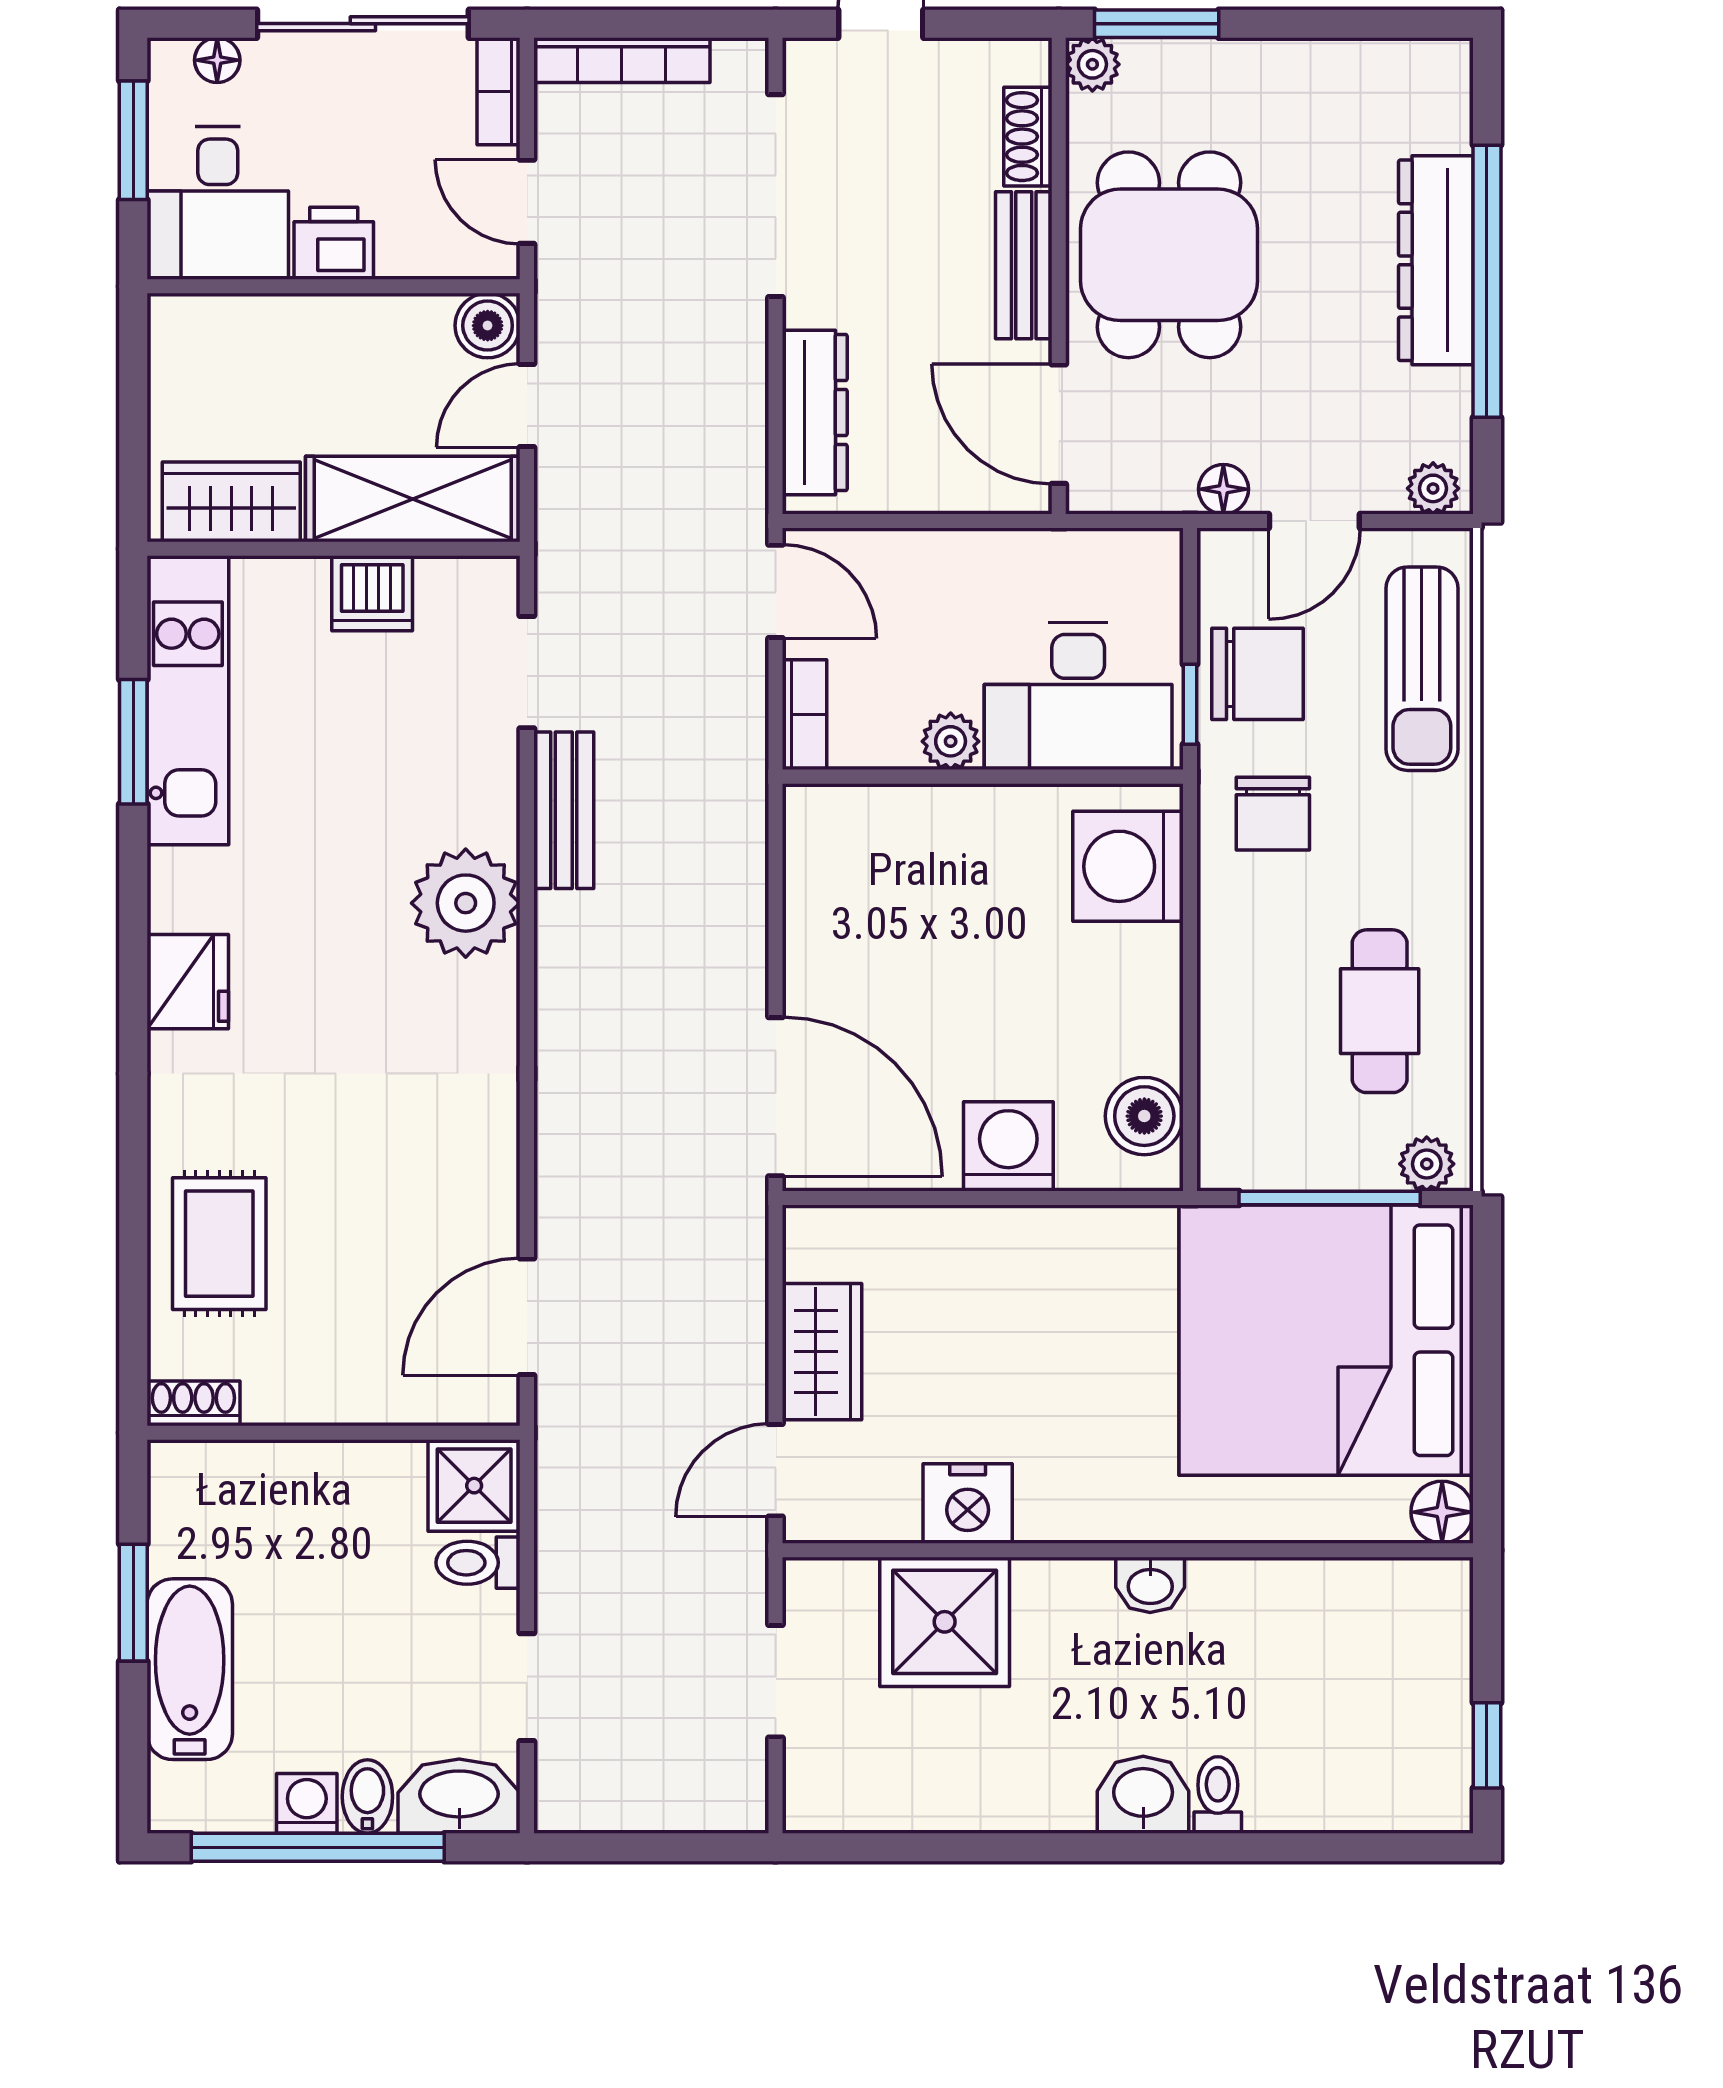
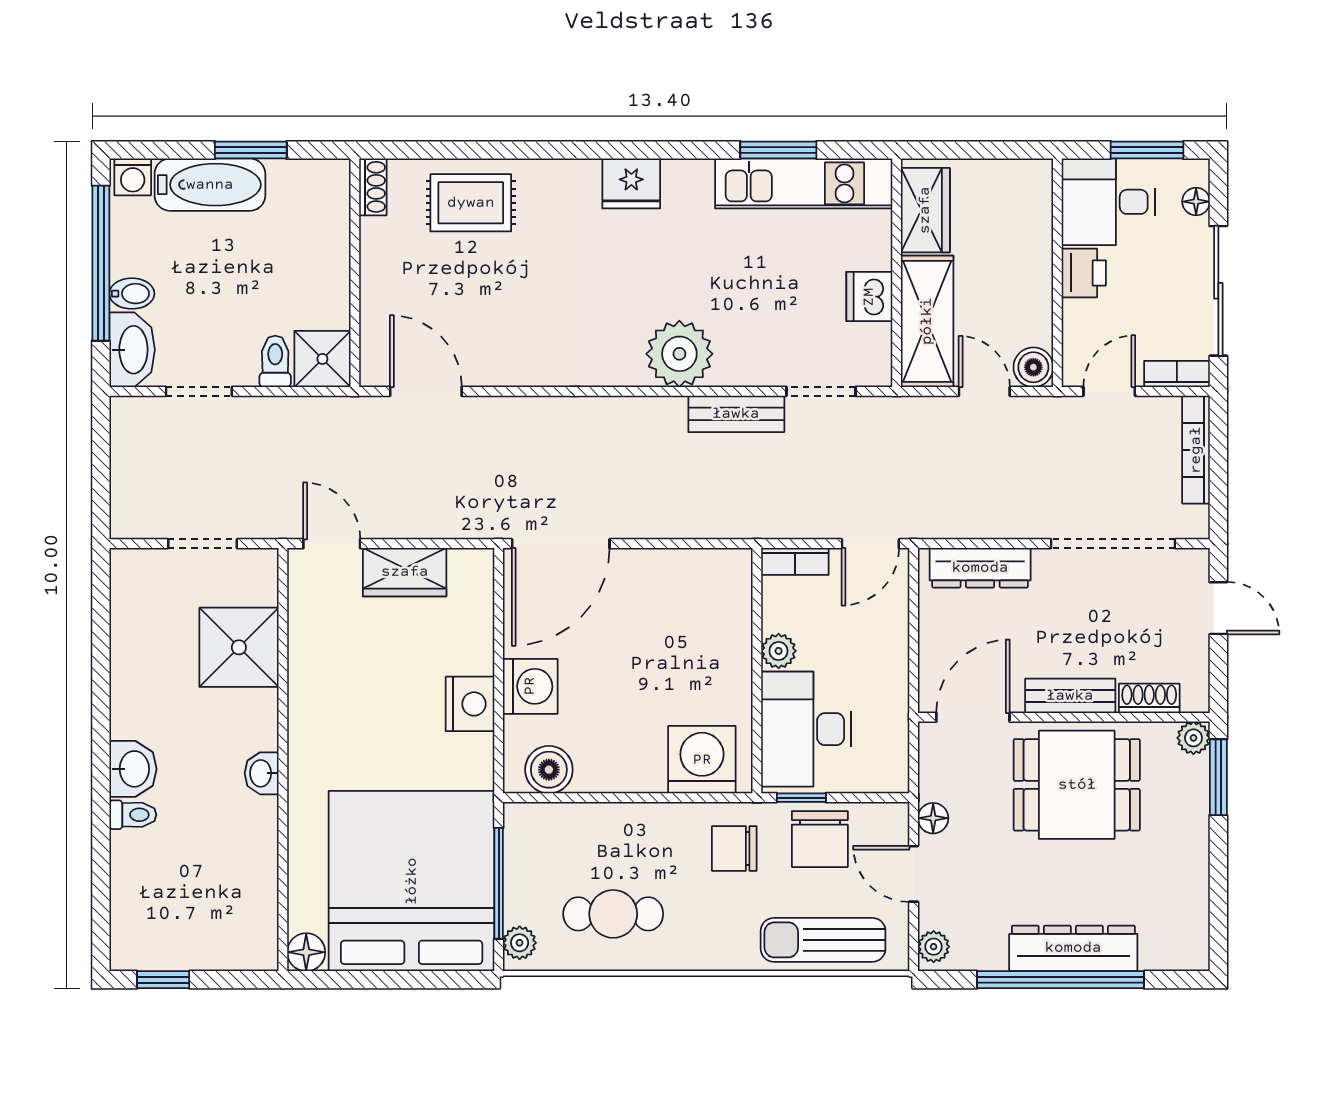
nightstand: (968, 1503) -> (470, 704), moved, turned 180
washing machine: (307, 1803) -> (133, 177), moved, turned 90

